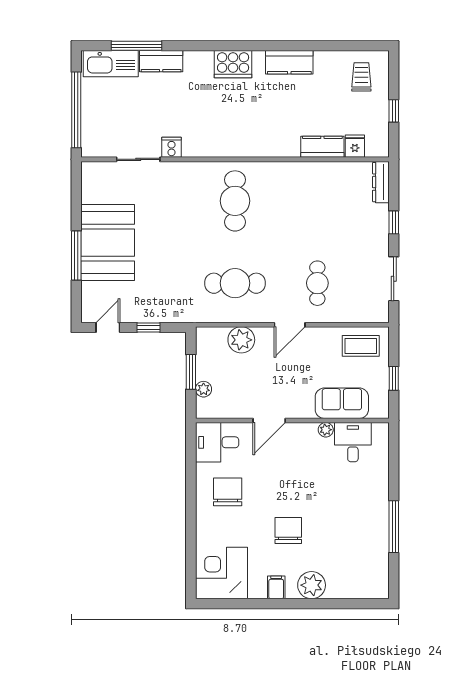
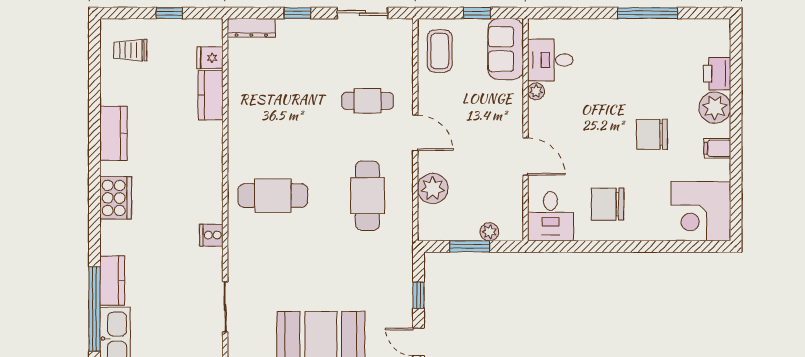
window: (136, 46) -> (94, 309), width x1.46
cooker: (172, 147) -> (211, 235), moved
sofa: (342, 403) -> (506, 49), moved
printer: (341, 587) -> (717, 74), added

